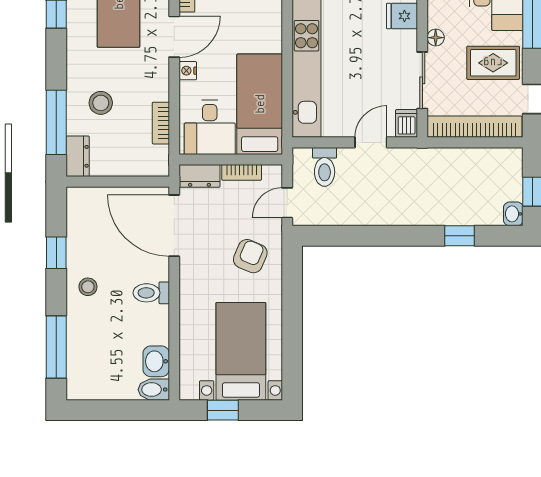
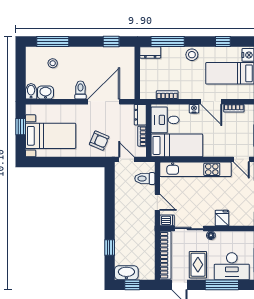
stool: (101, 103) -> (192, 55), moved
washbasin: (513, 214) -> (126, 273), width x1.91, depth x1.45
door: (174, 226) -> (104, 102), moved
window: (56, 253) -> (111, 42), moved
stool: (88, 287) -> (53, 63), moved

